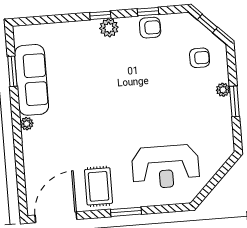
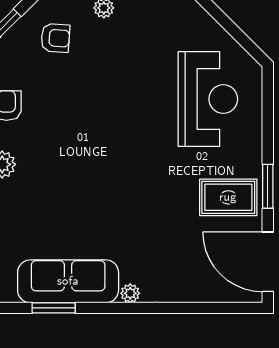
armchair: (200, 58) -> (55, 38), turned 94
window: (126, 212) -> (268, 186), moved

